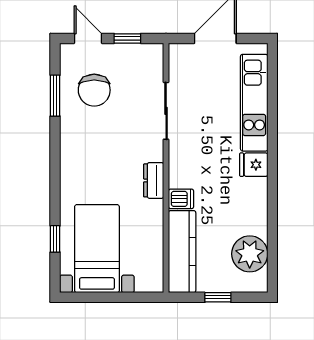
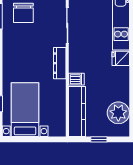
dresser: (154, 180) -> (60, 63), width x1.44

